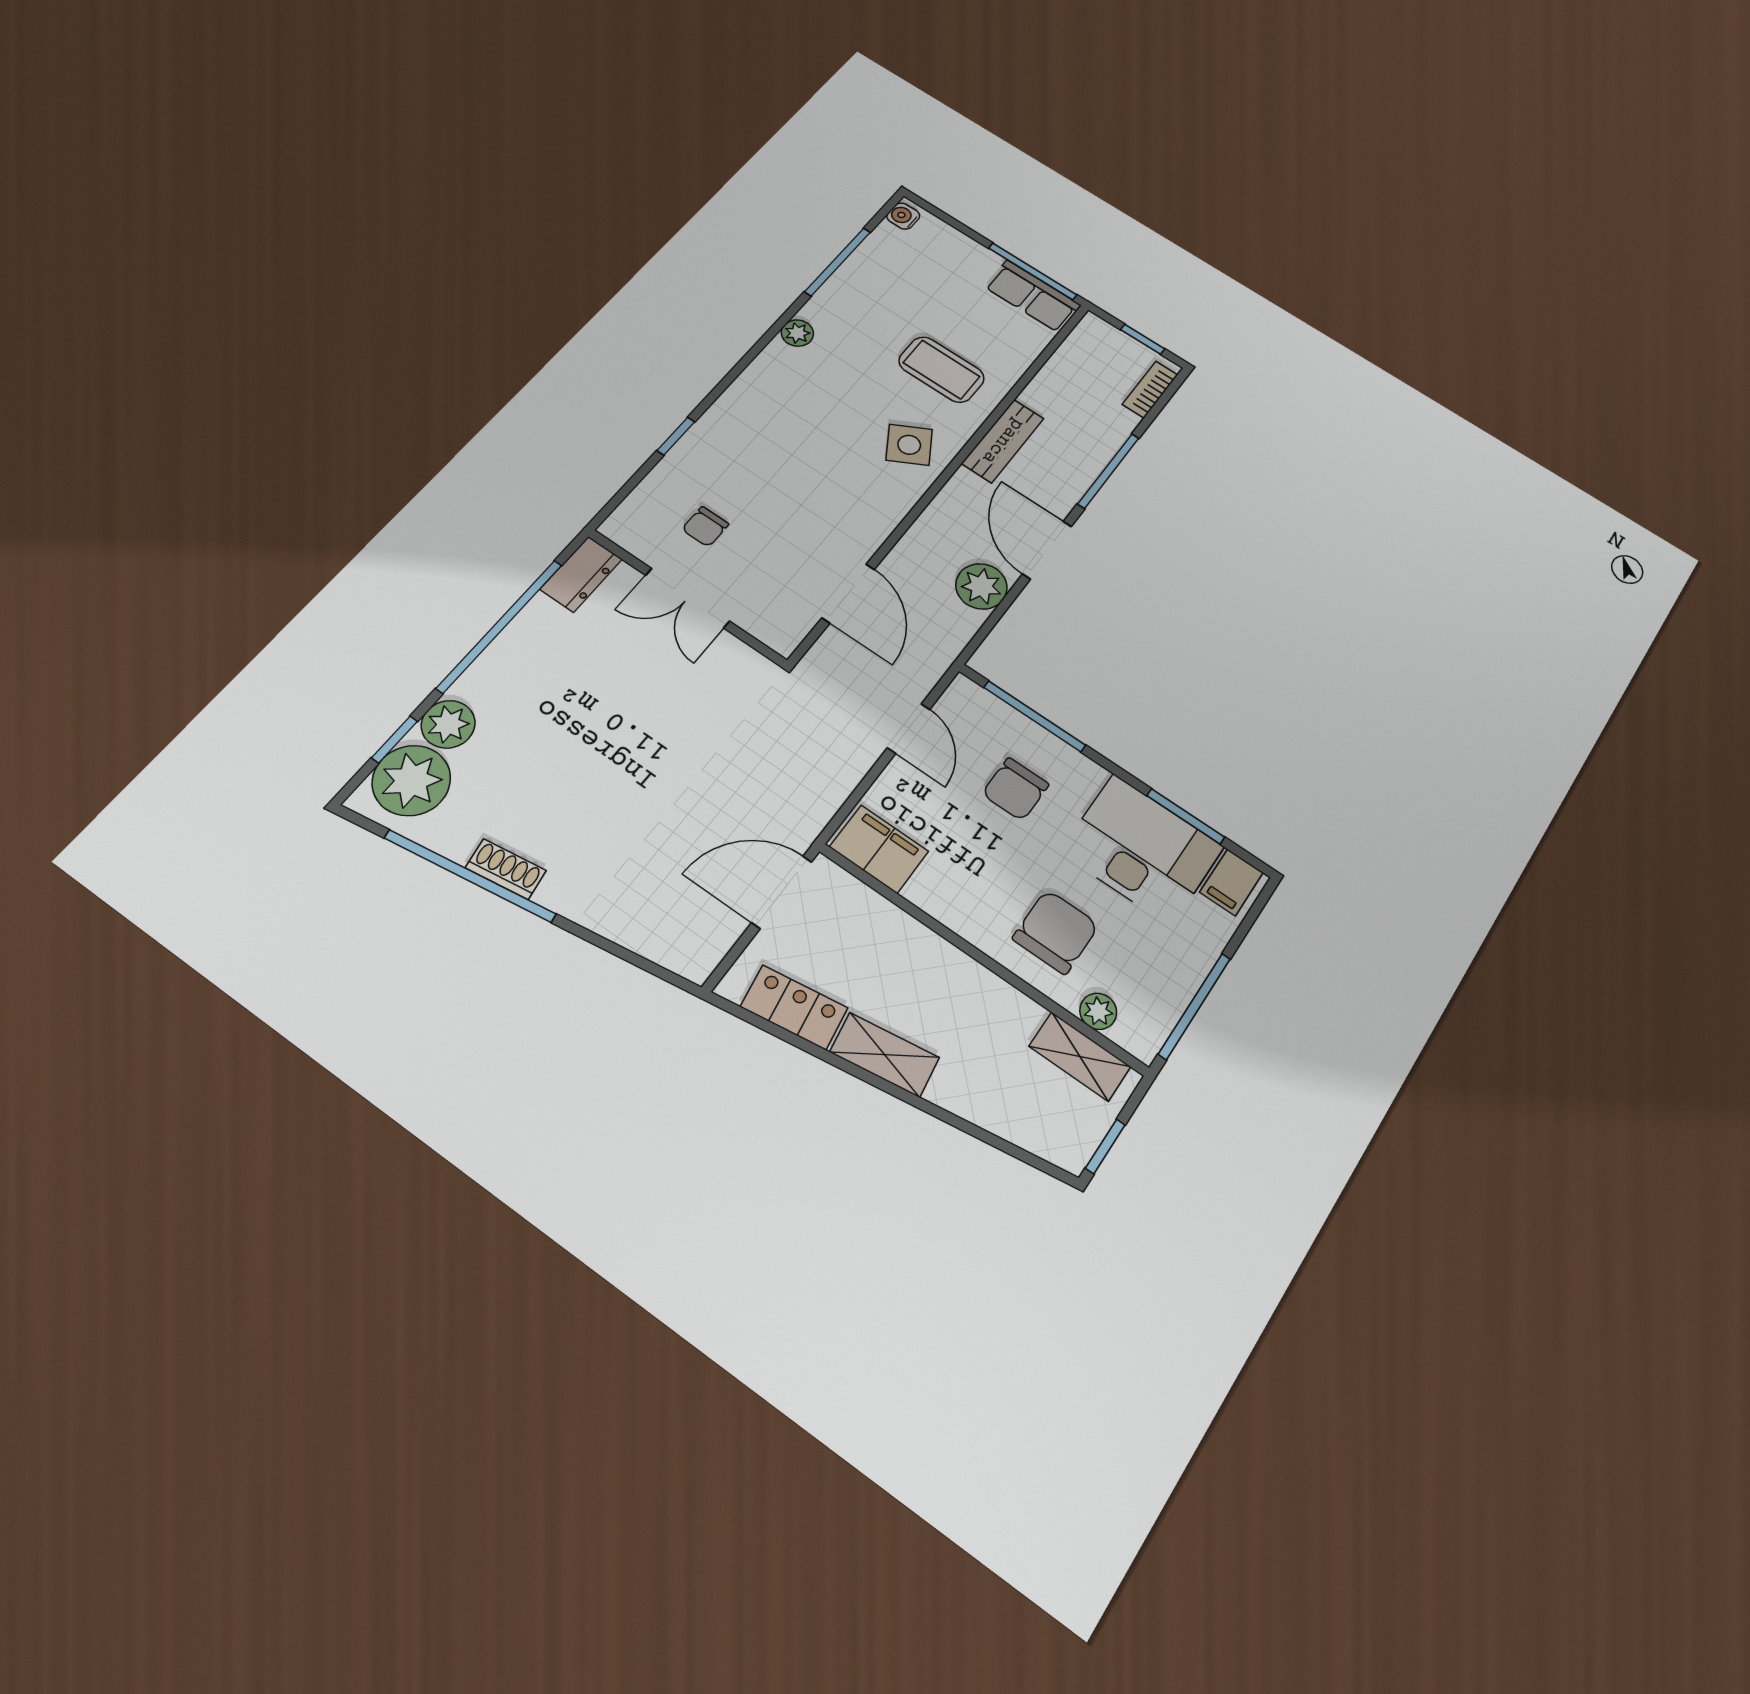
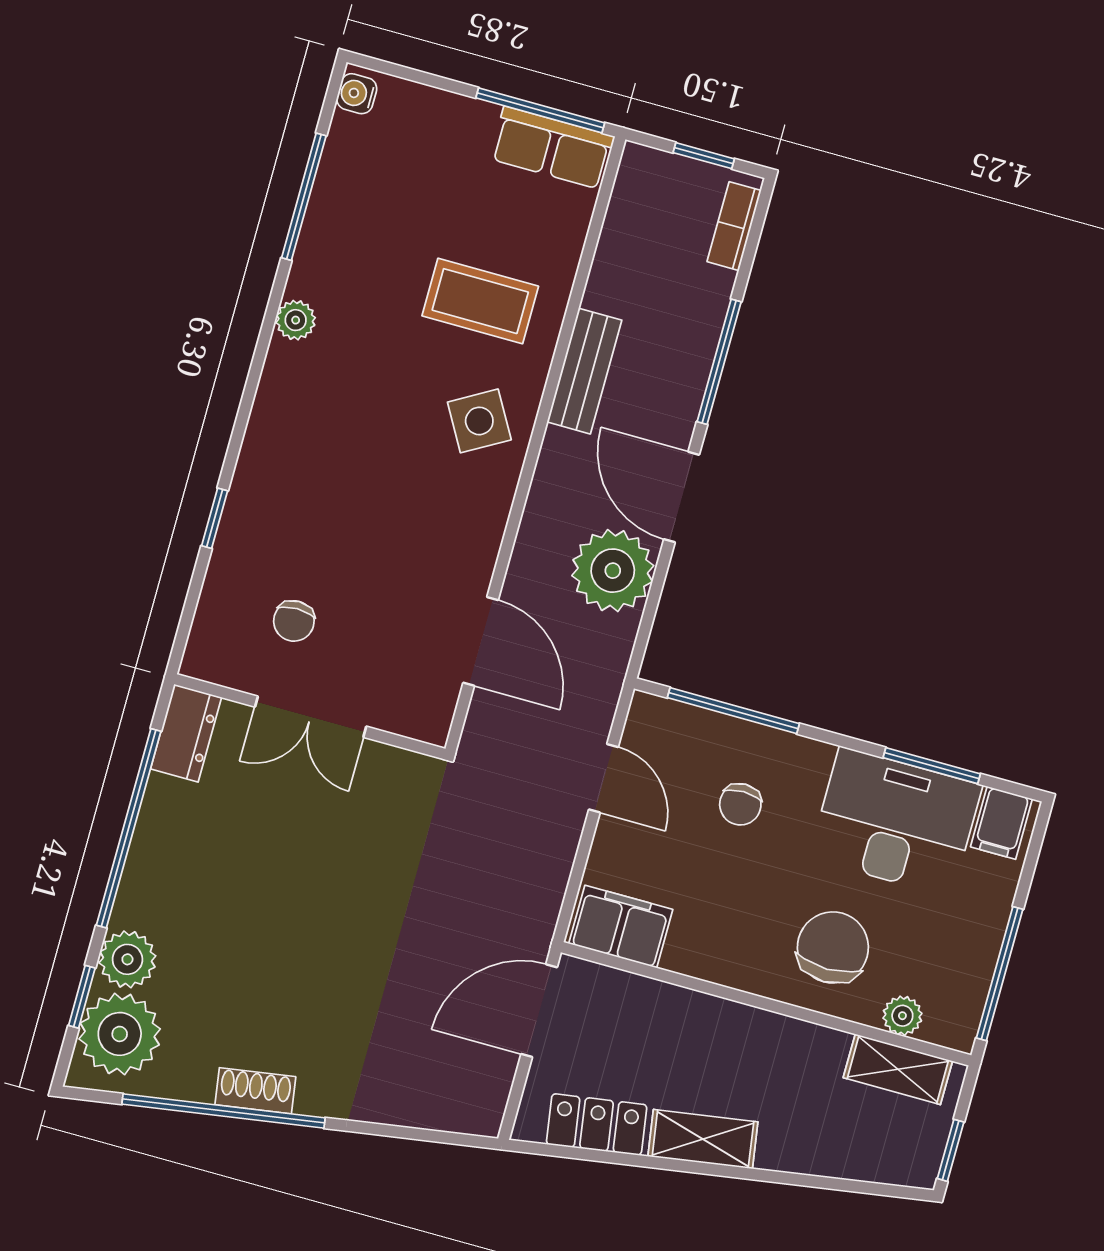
plant: (981, 586) -> (613, 571), width x1.36, depth x1.36
chair: (1015, 789) -> (740, 804), width x0.73, depth x0.73

